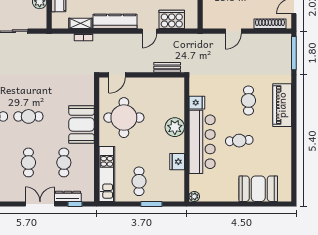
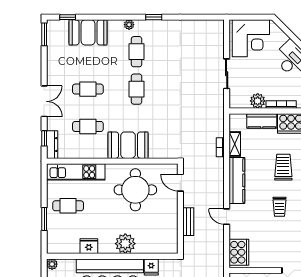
cooker: (172, 19) -> (239, 252), moved
bench: (167, 67) -> (188, 222), moved
dresser: (68, 196) -> (52, 145), moved

